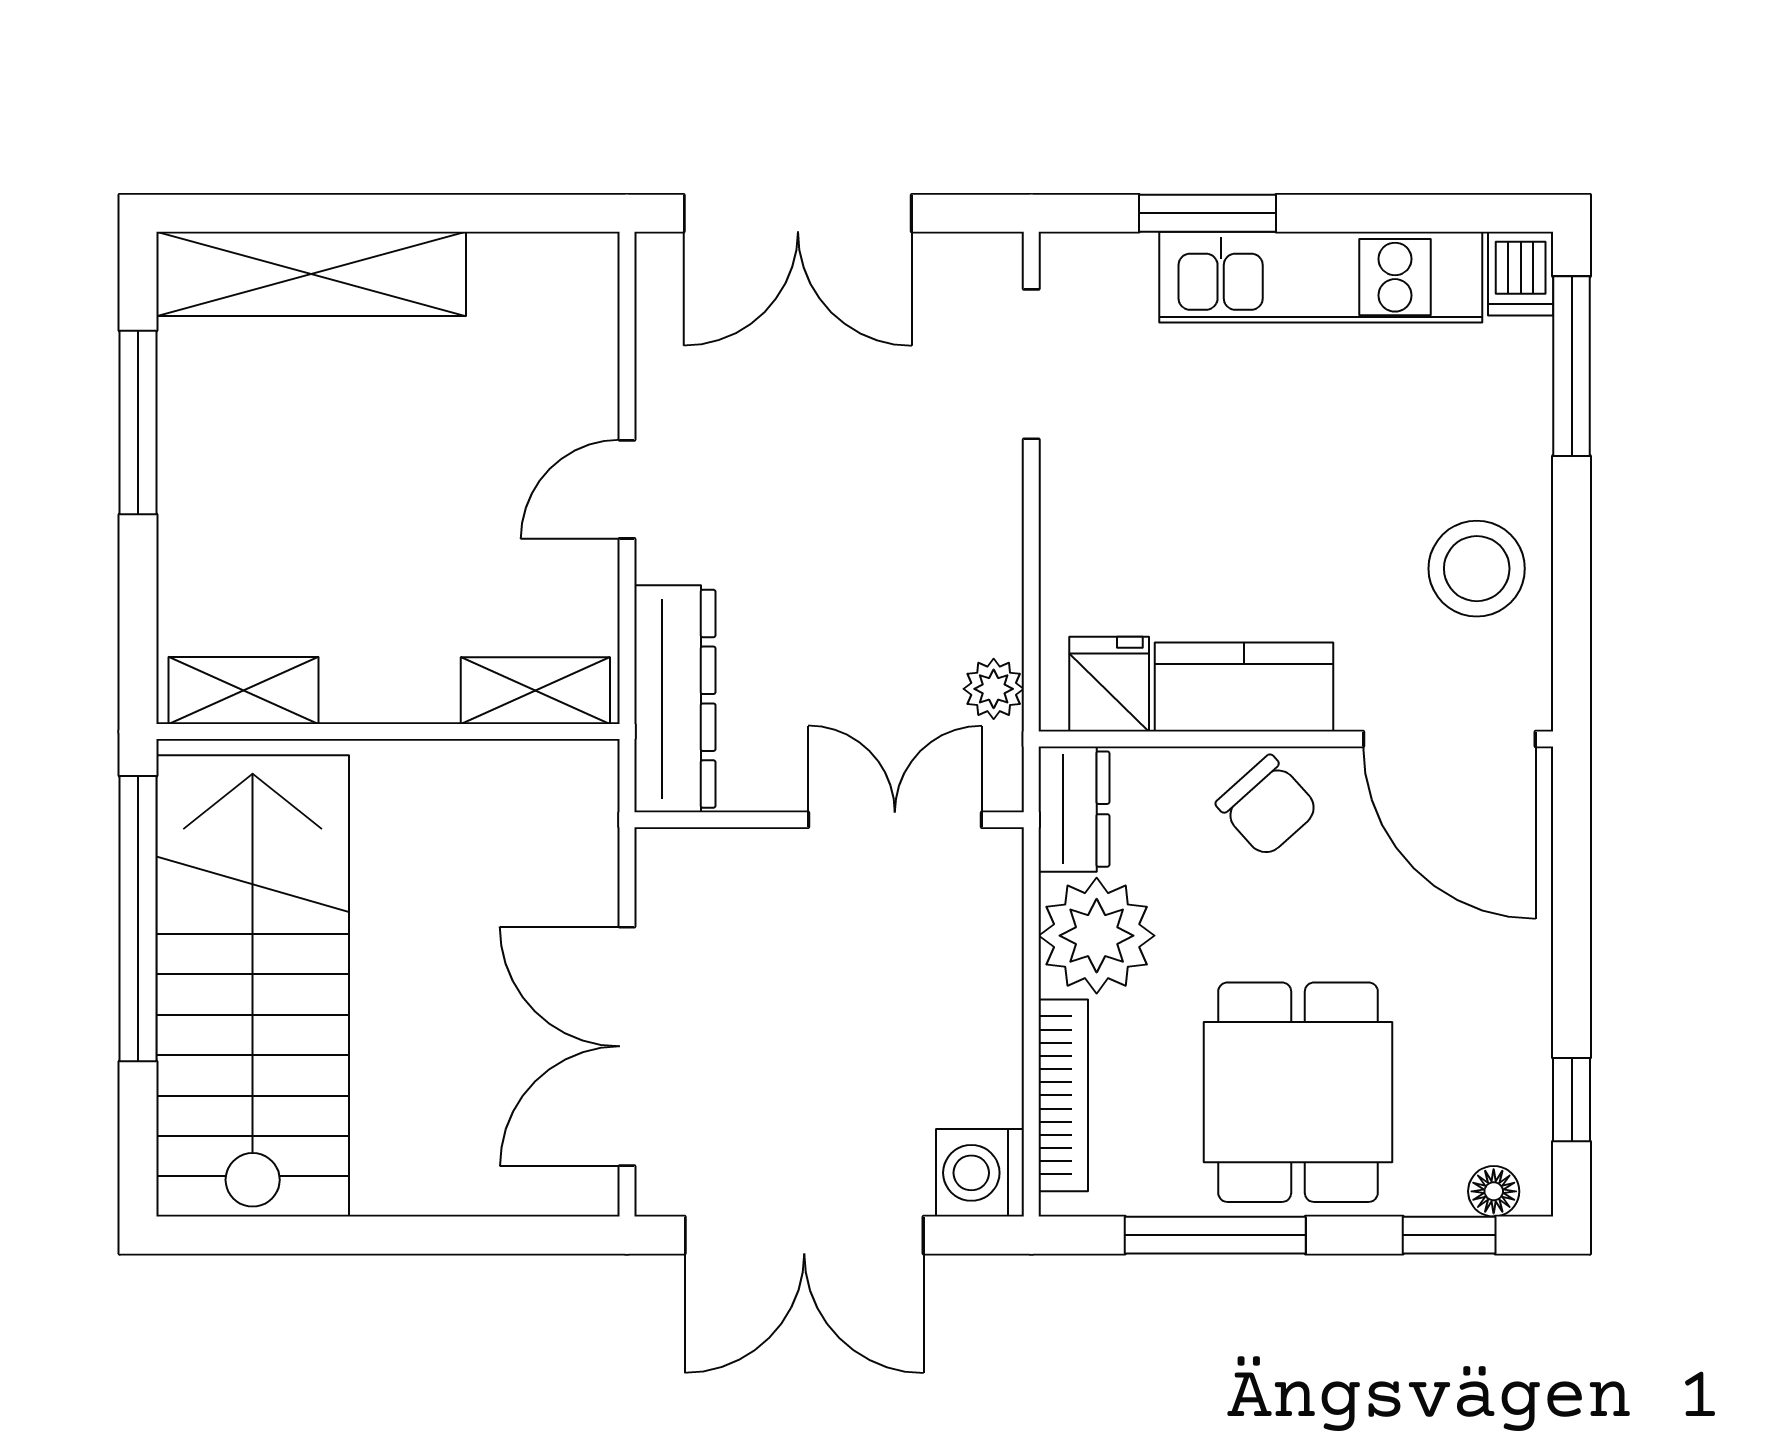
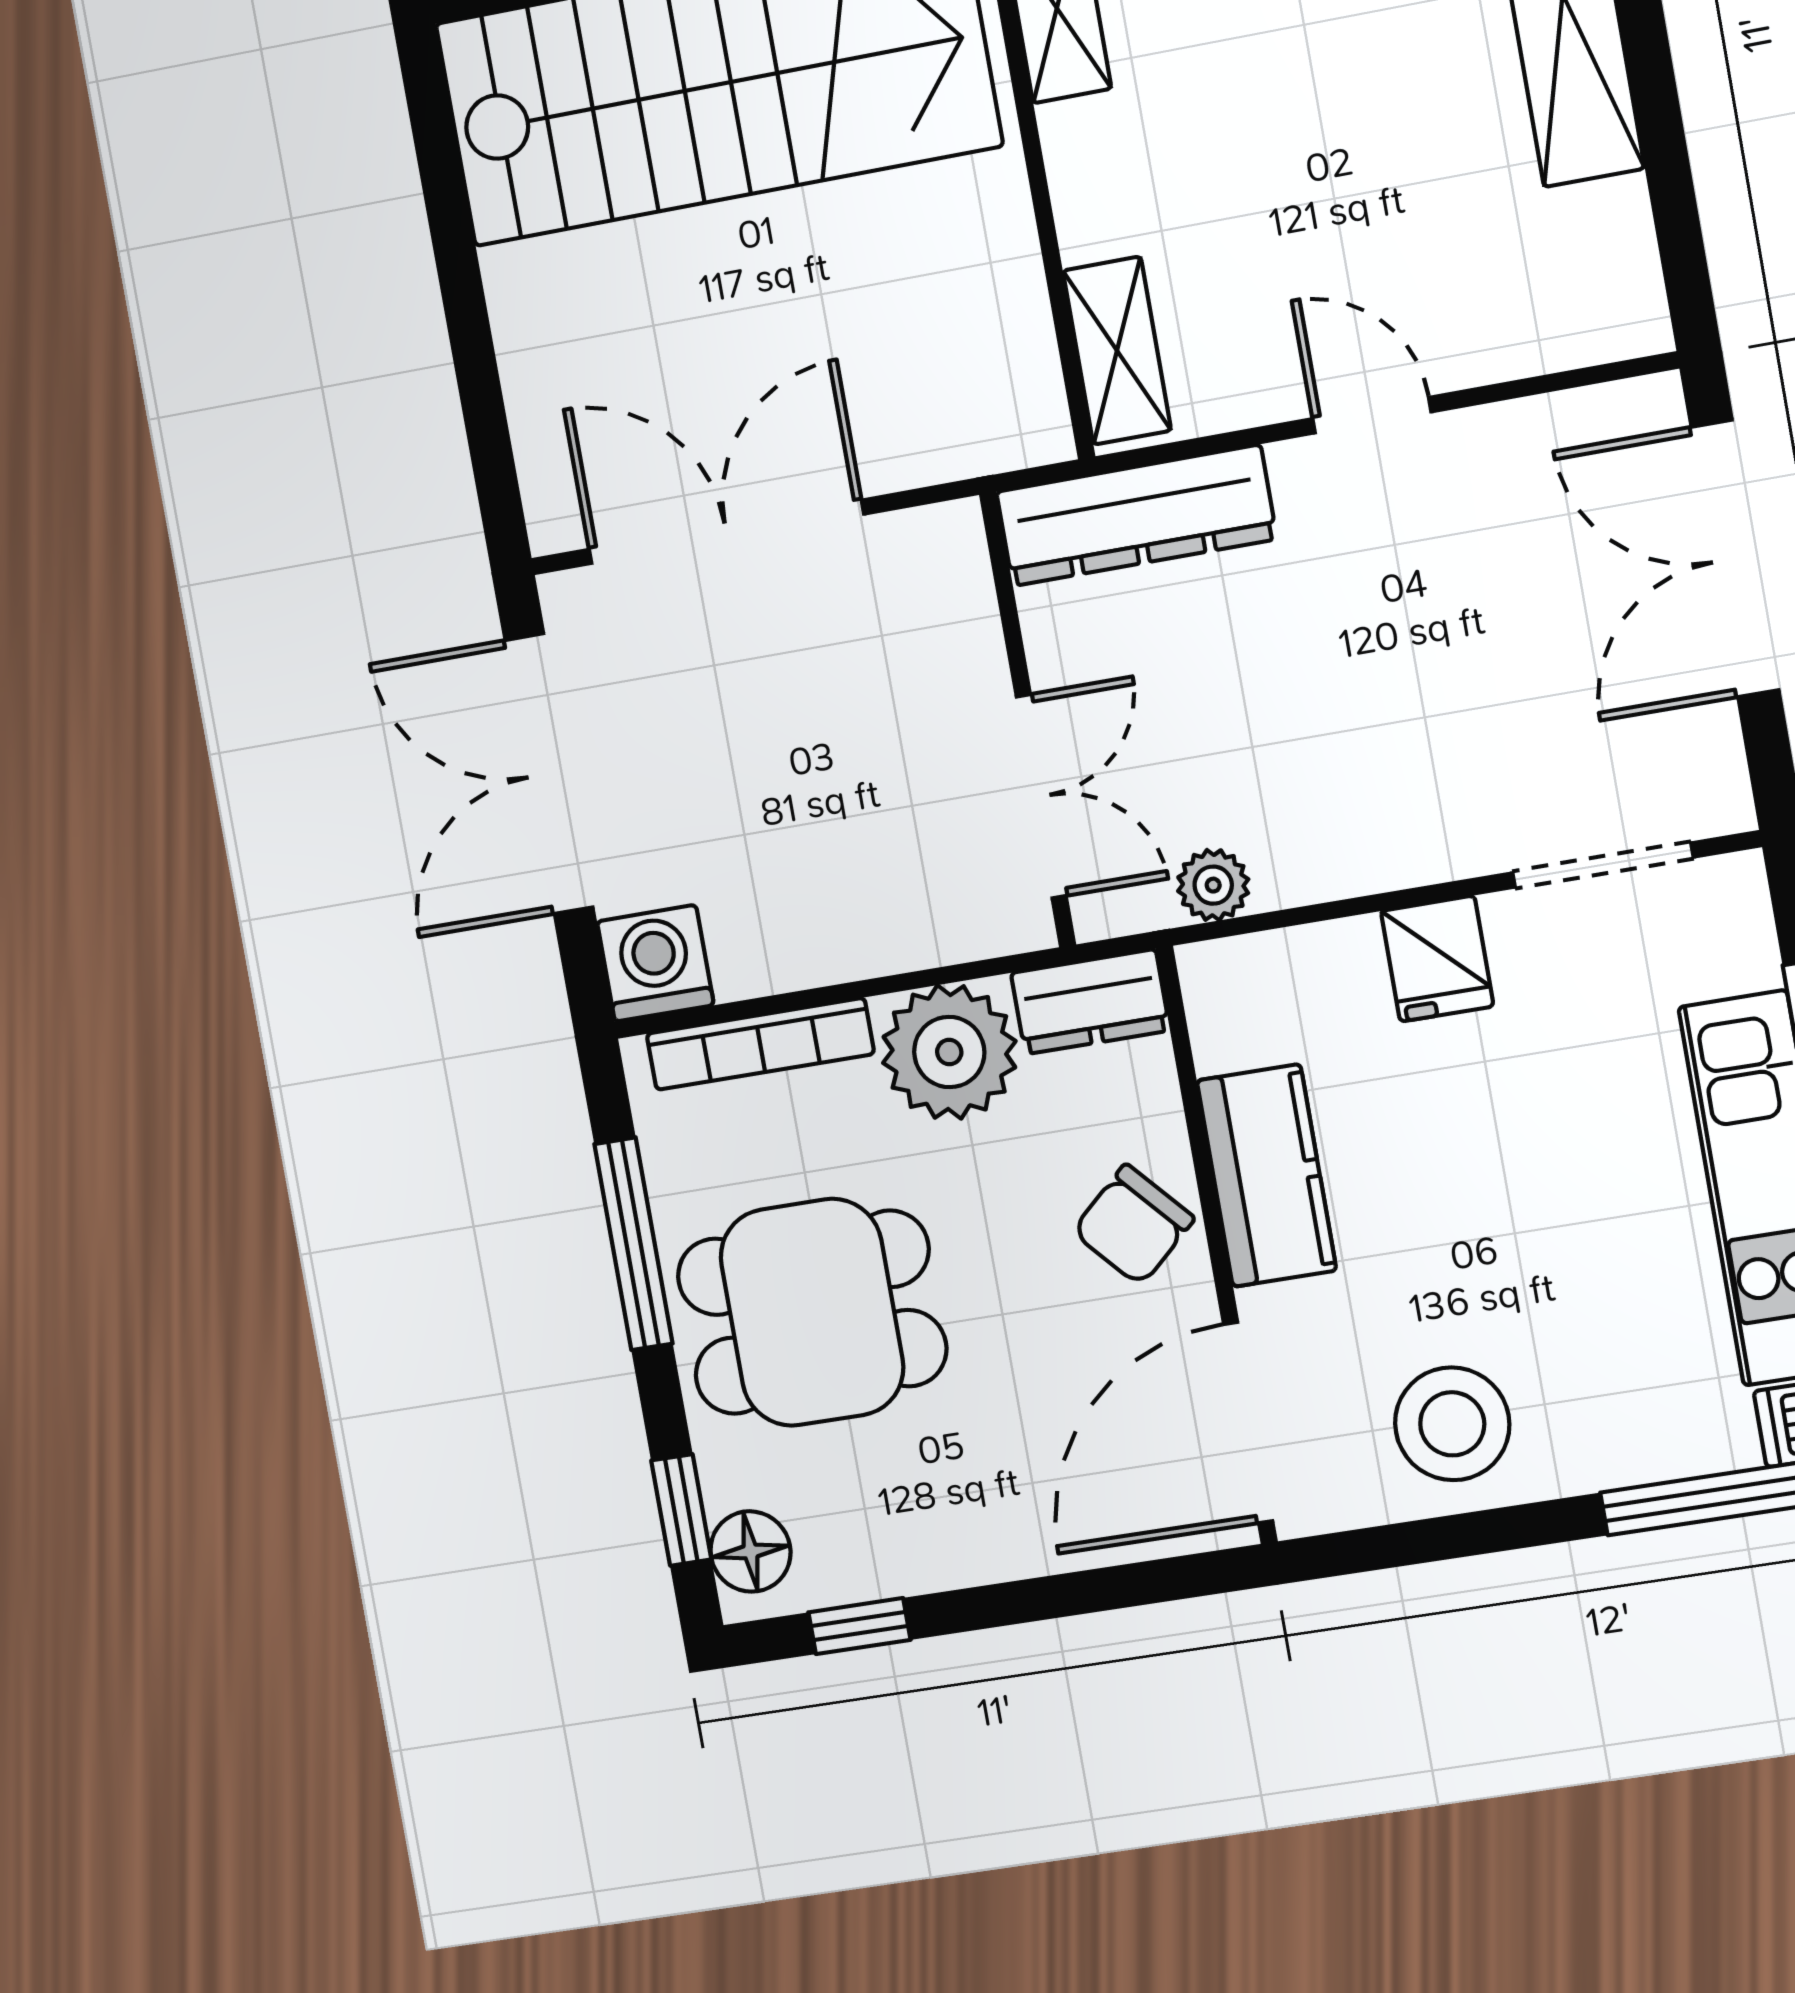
fridge: (1109, 684) -> (1437, 959), moved, turned 90
floor lamp: (1494, 1191) -> (751, 1551), width x1.37, depth x1.37

